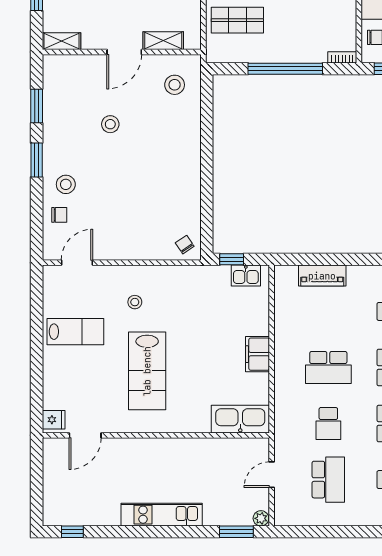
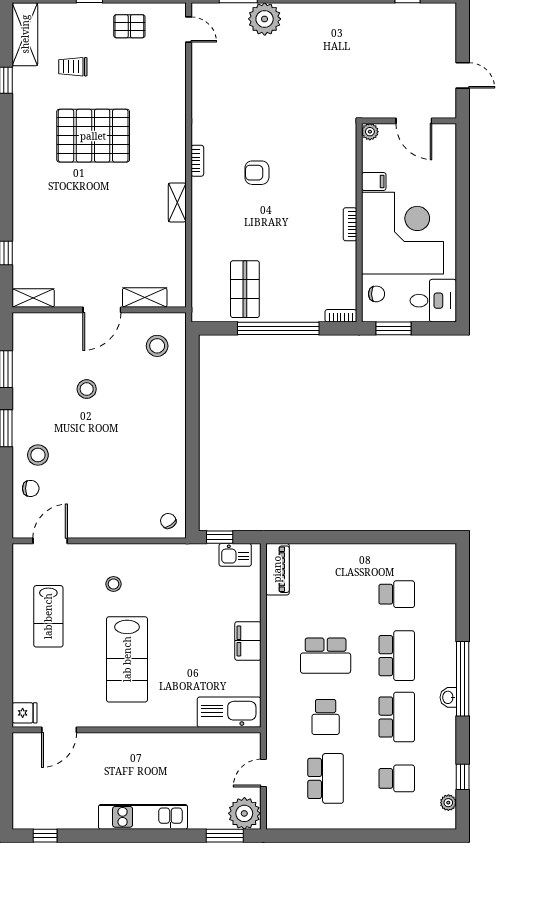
shop shelf: (237, 20) -> (245, 289), moved, turned 90
piano: (322, 276) -> (277, 569), moved, turned -90
lab bench: (75, 332) -> (48, 616), turned 90
plant: (261, 518) -> (244, 813), width x1.87, depth x1.87

